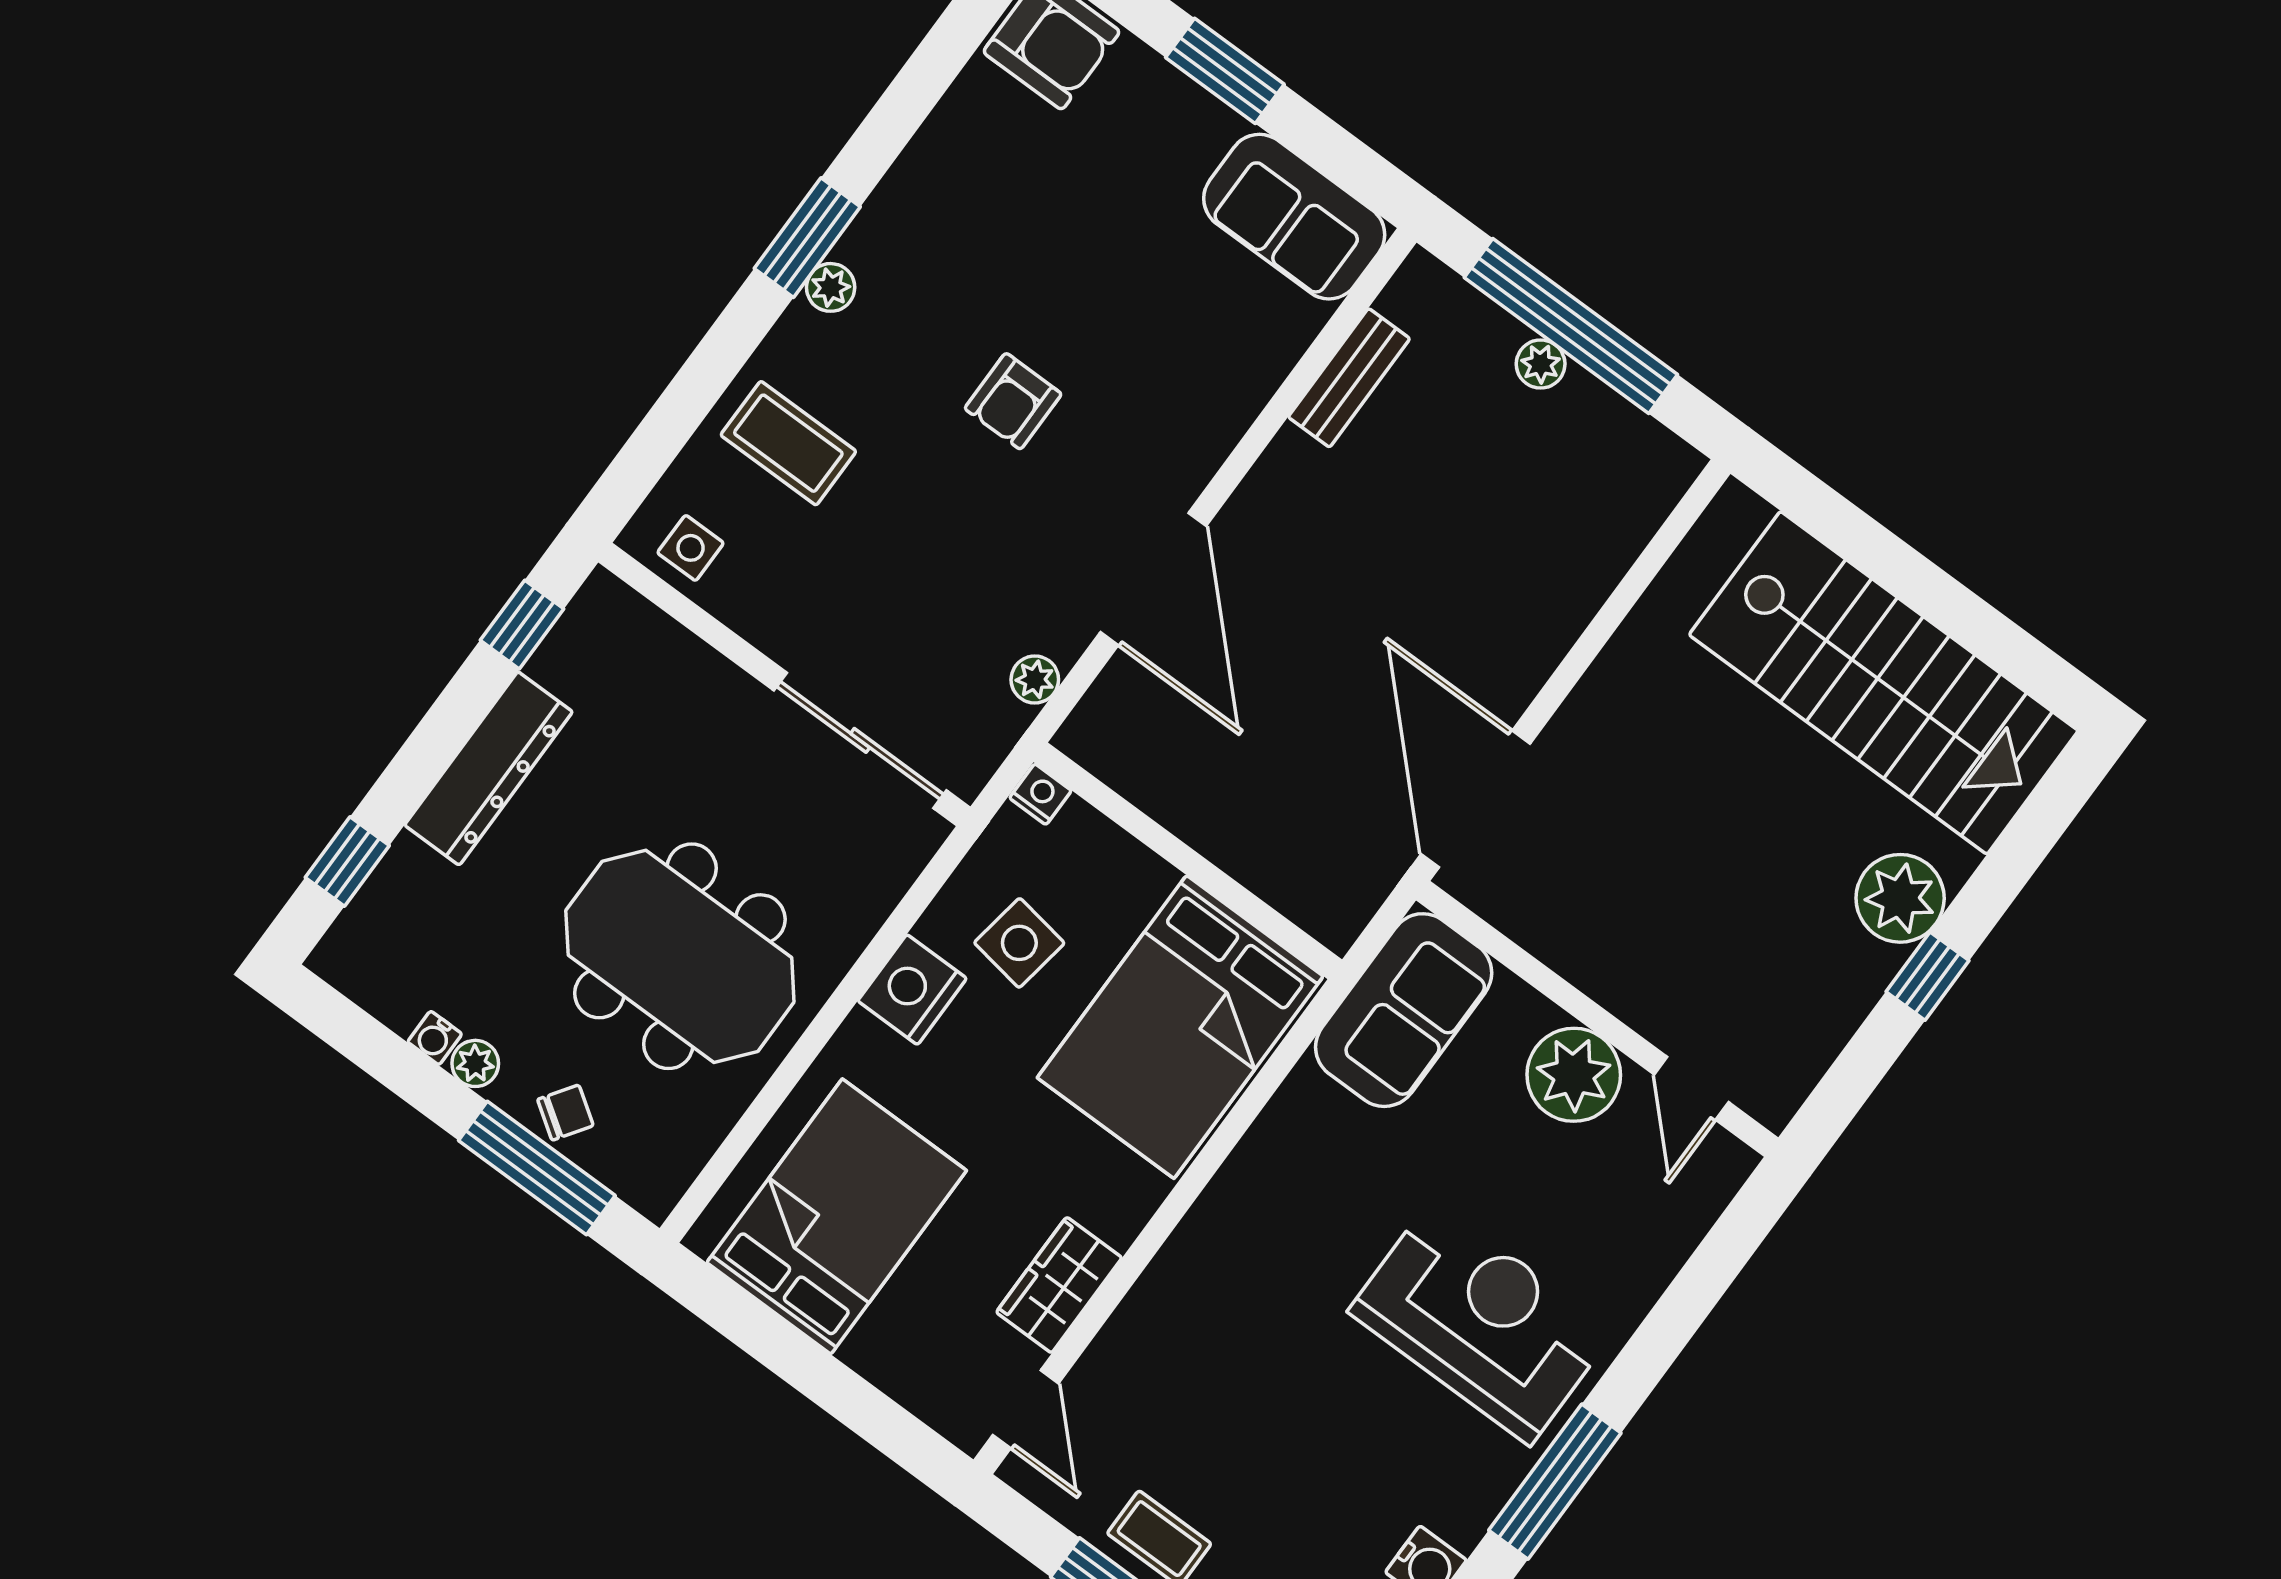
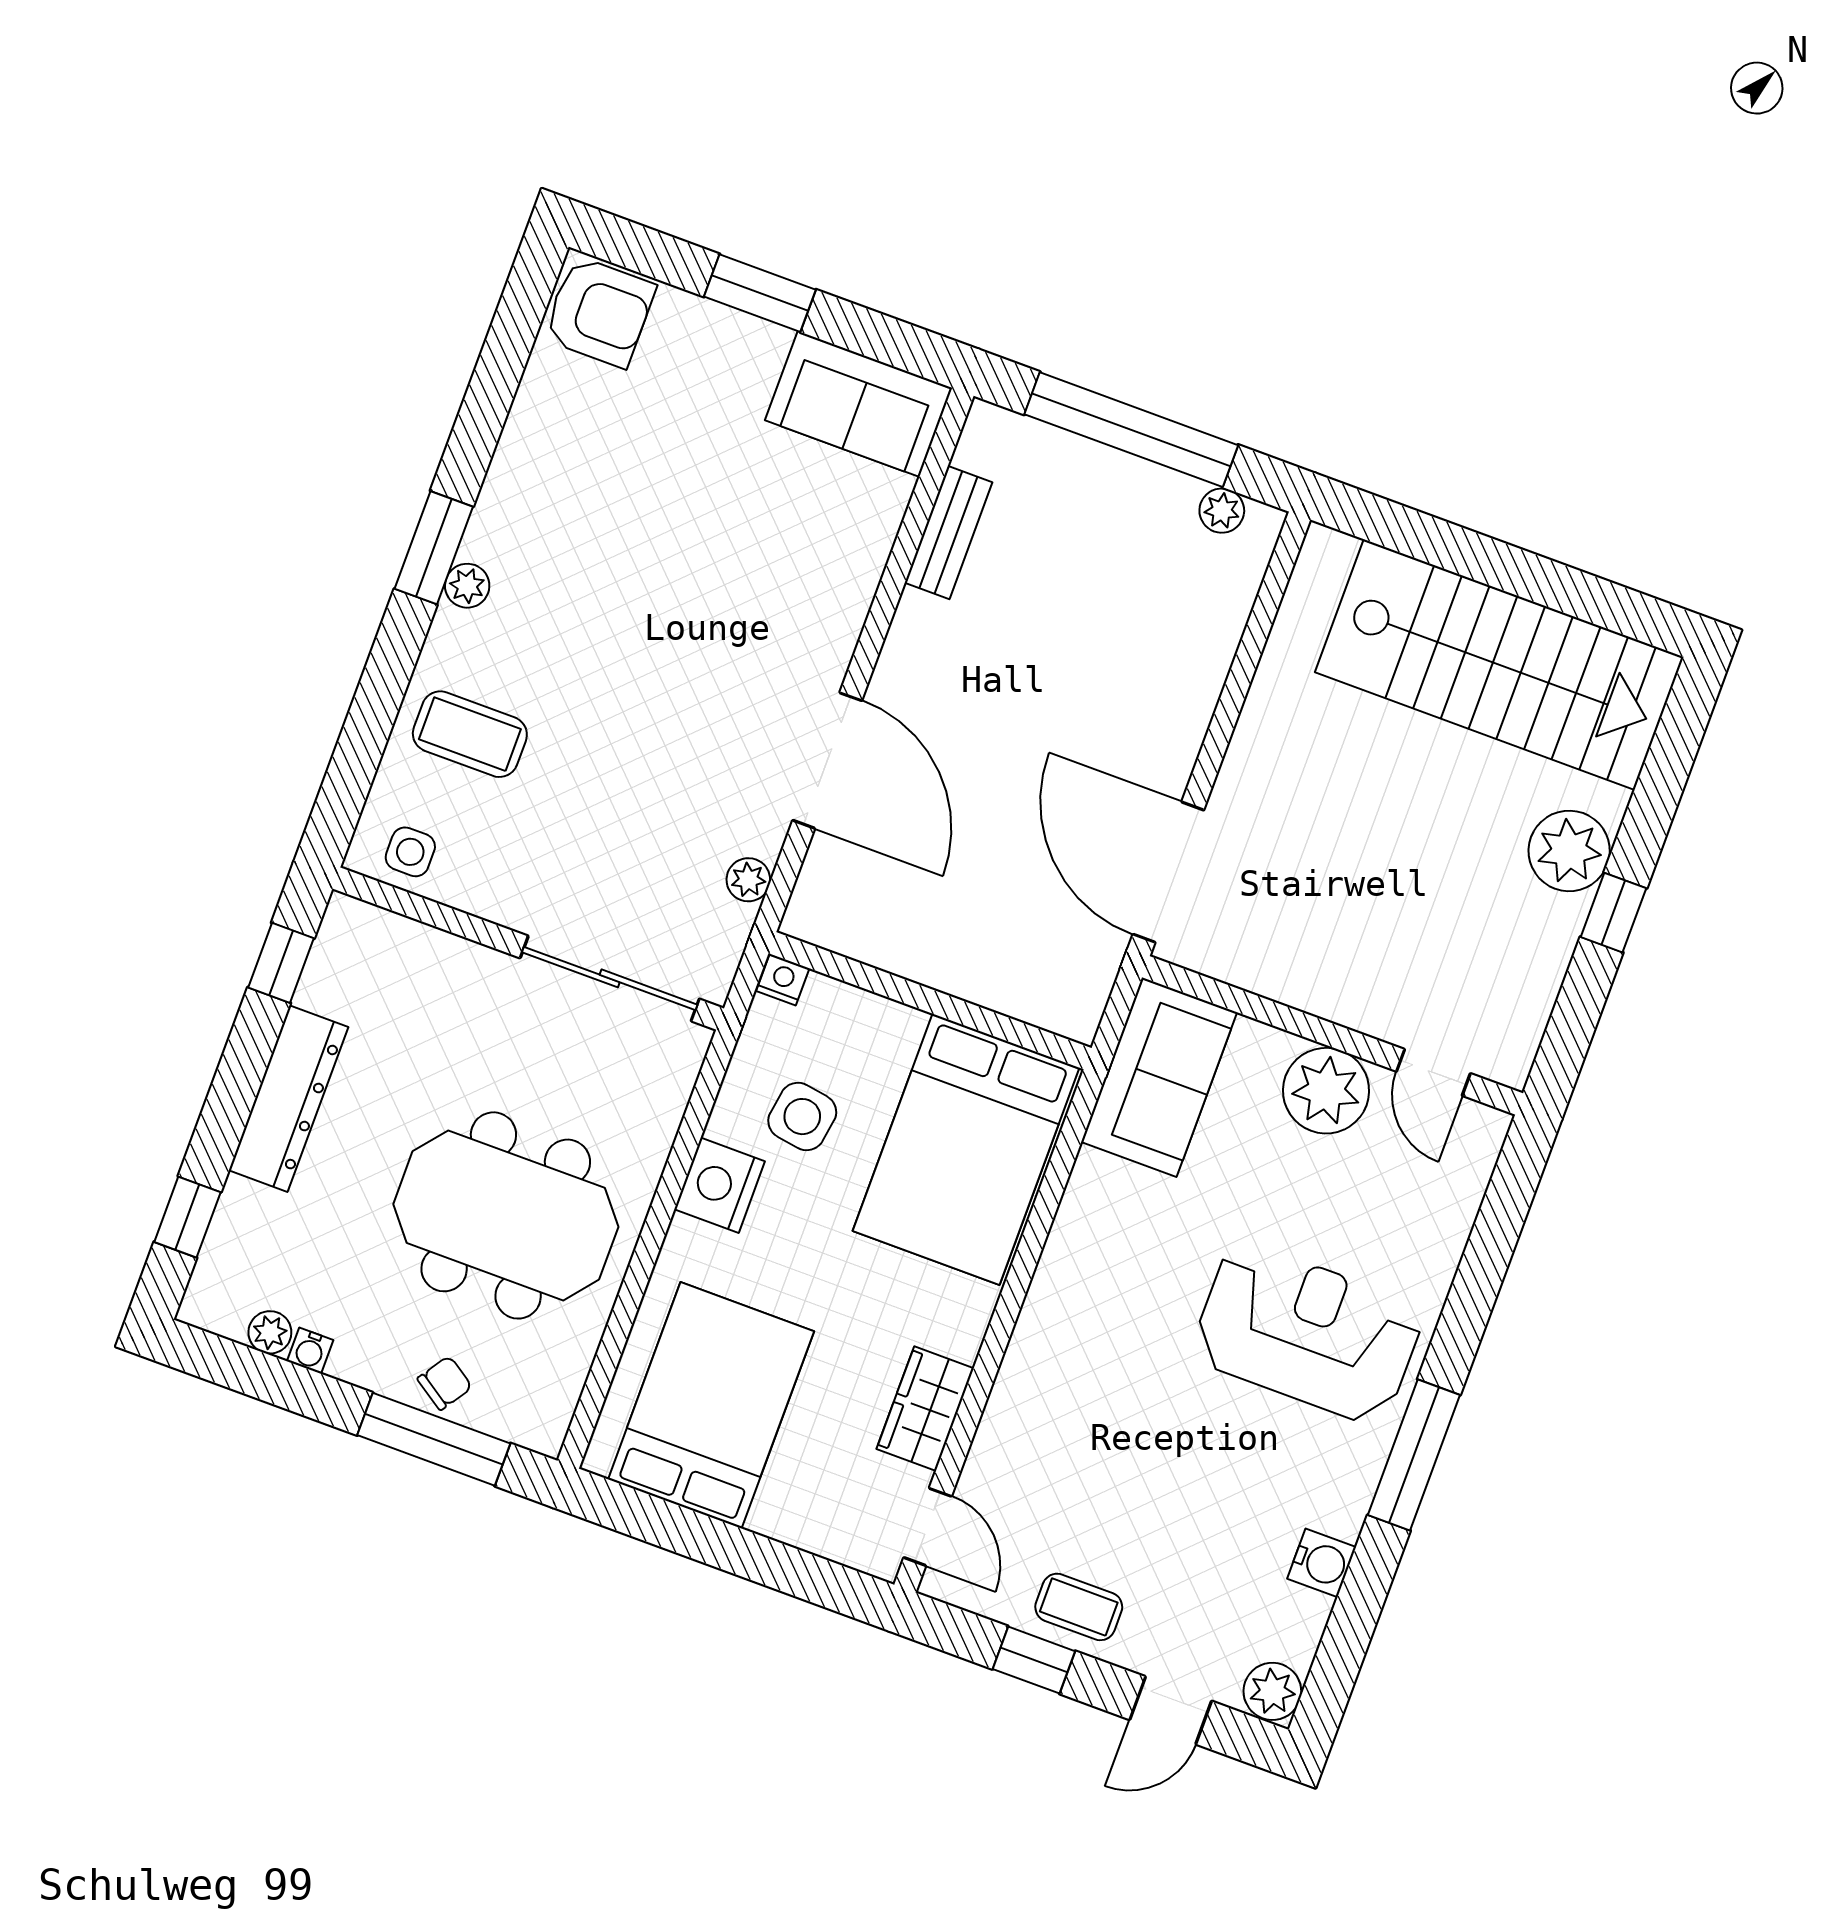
plant: (1541, 364) -> (1222, 511), moved
armchair: (1013, 401) -> (658, 639), removed
plant: (475, 1063) -> (270, 1332), moved

